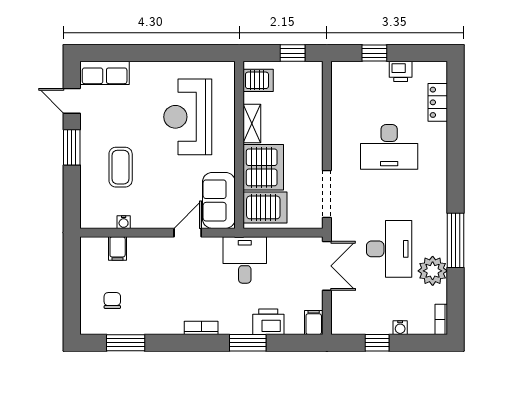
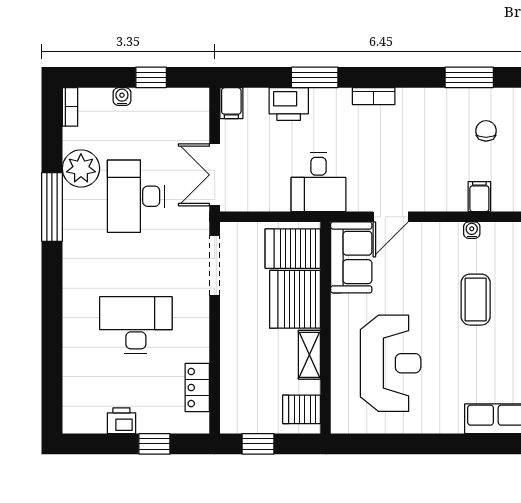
locker: (438, 102) -> (197, 388), moved, turned 180
chair: (112, 301) -> (486, 131), turned 180

